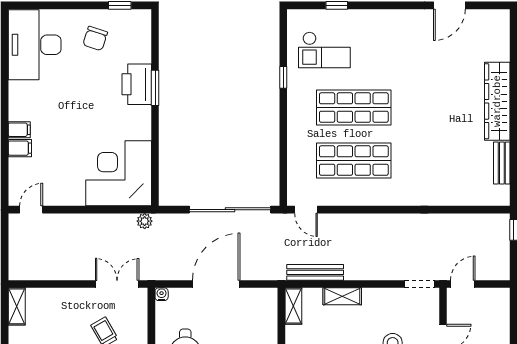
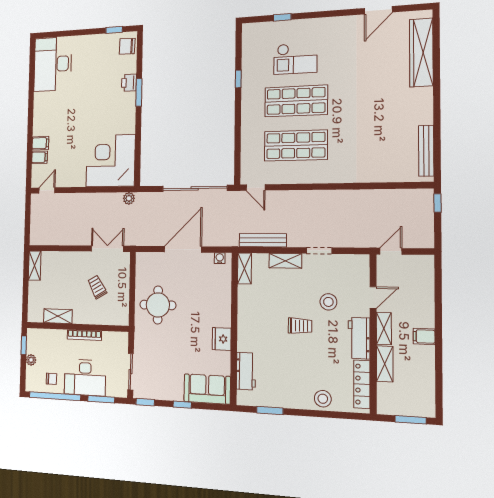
chair: (95, 38) -> (127, 46), moved, turned 74
checkout: (324, 50) -> (295, 58), moved
printer: (137, 84) -> (129, 83), width x0.53, depth x0.68
wardrobe: (497, 101) -> (421, 53), moved
filing cabinet: (19, 130) -> (39, 157), moved
bench: (502, 163) -> (426, 151), width x1.36
doorway: (419, 284) -> (319, 251), moved
water cooler: (162, 294) -> (220, 258), moved

